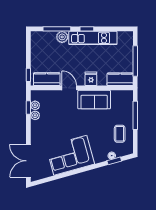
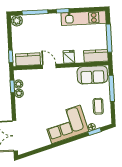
plant: (62, 37) -> (17, 21), moved
kitchen unit: (93, 38) -> (84, 18), moved
sofa: (94, 100) -> (92, 75), moved
corner sofa: (70, 155) -> (66, 124), moved

